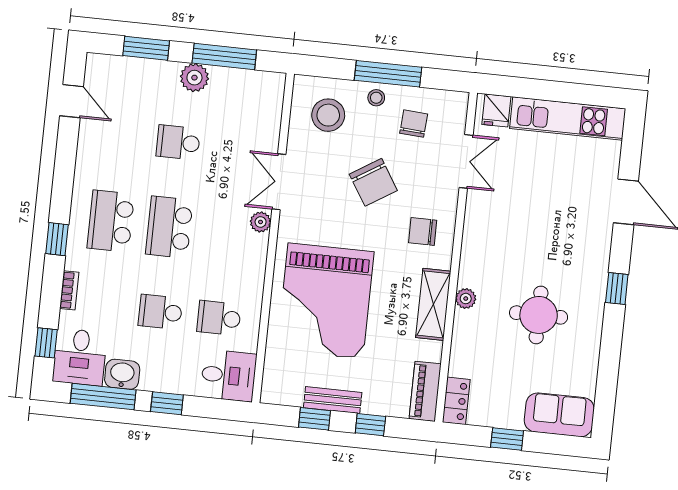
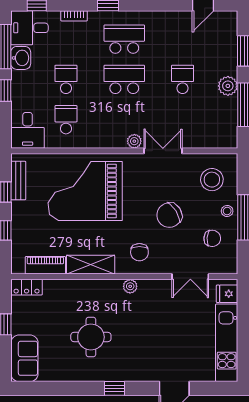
chair: (423, 231) -> (139, 252), turned 180
plant: (466, 299) -> (130, 286), moved
piano: (425, 391) -> (45, 265), moved
bench: (333, 400) -> (18, 180), moved

